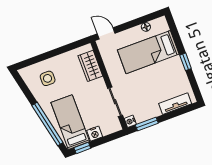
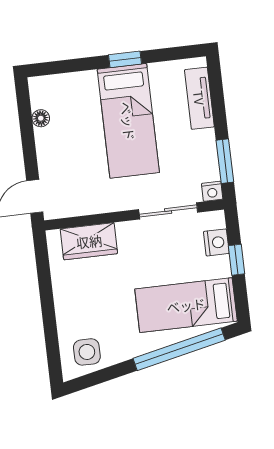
bed: (148, 52) -> (128, 121), moved
side table: (48, 78) -> (87, 352), moved
nightstand: (95, 134) -> (216, 242), moved
window: (82, 148) -> (236, 260), moved

